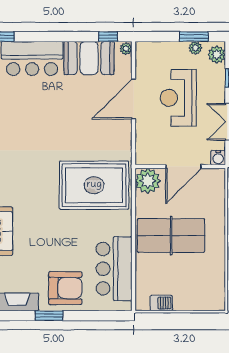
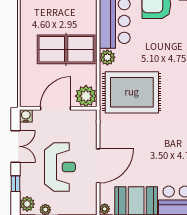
plant: (123, 226) -> (107, 57), added

